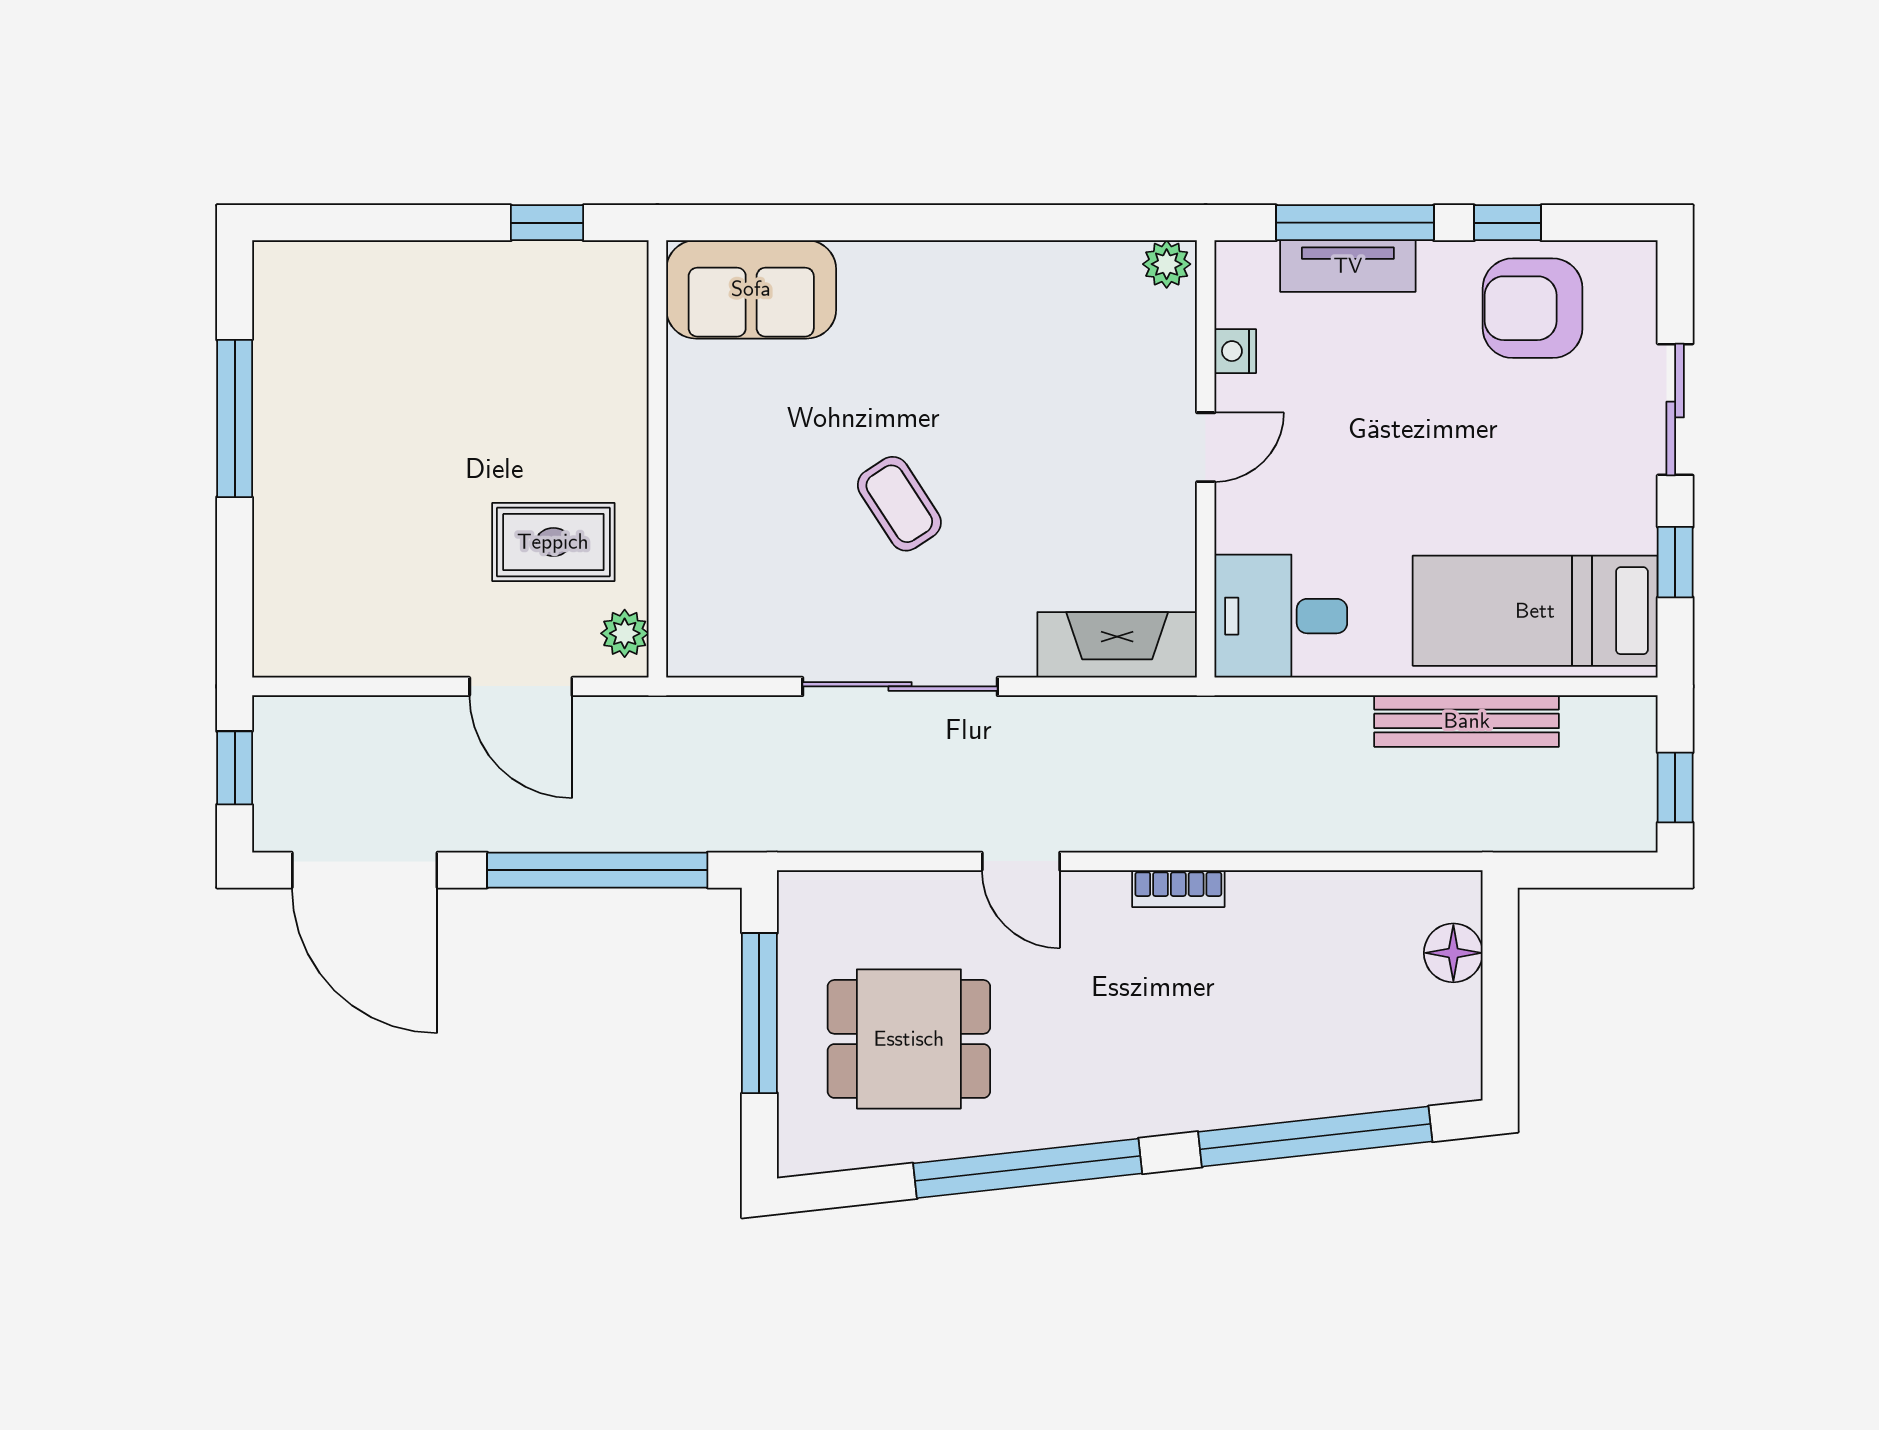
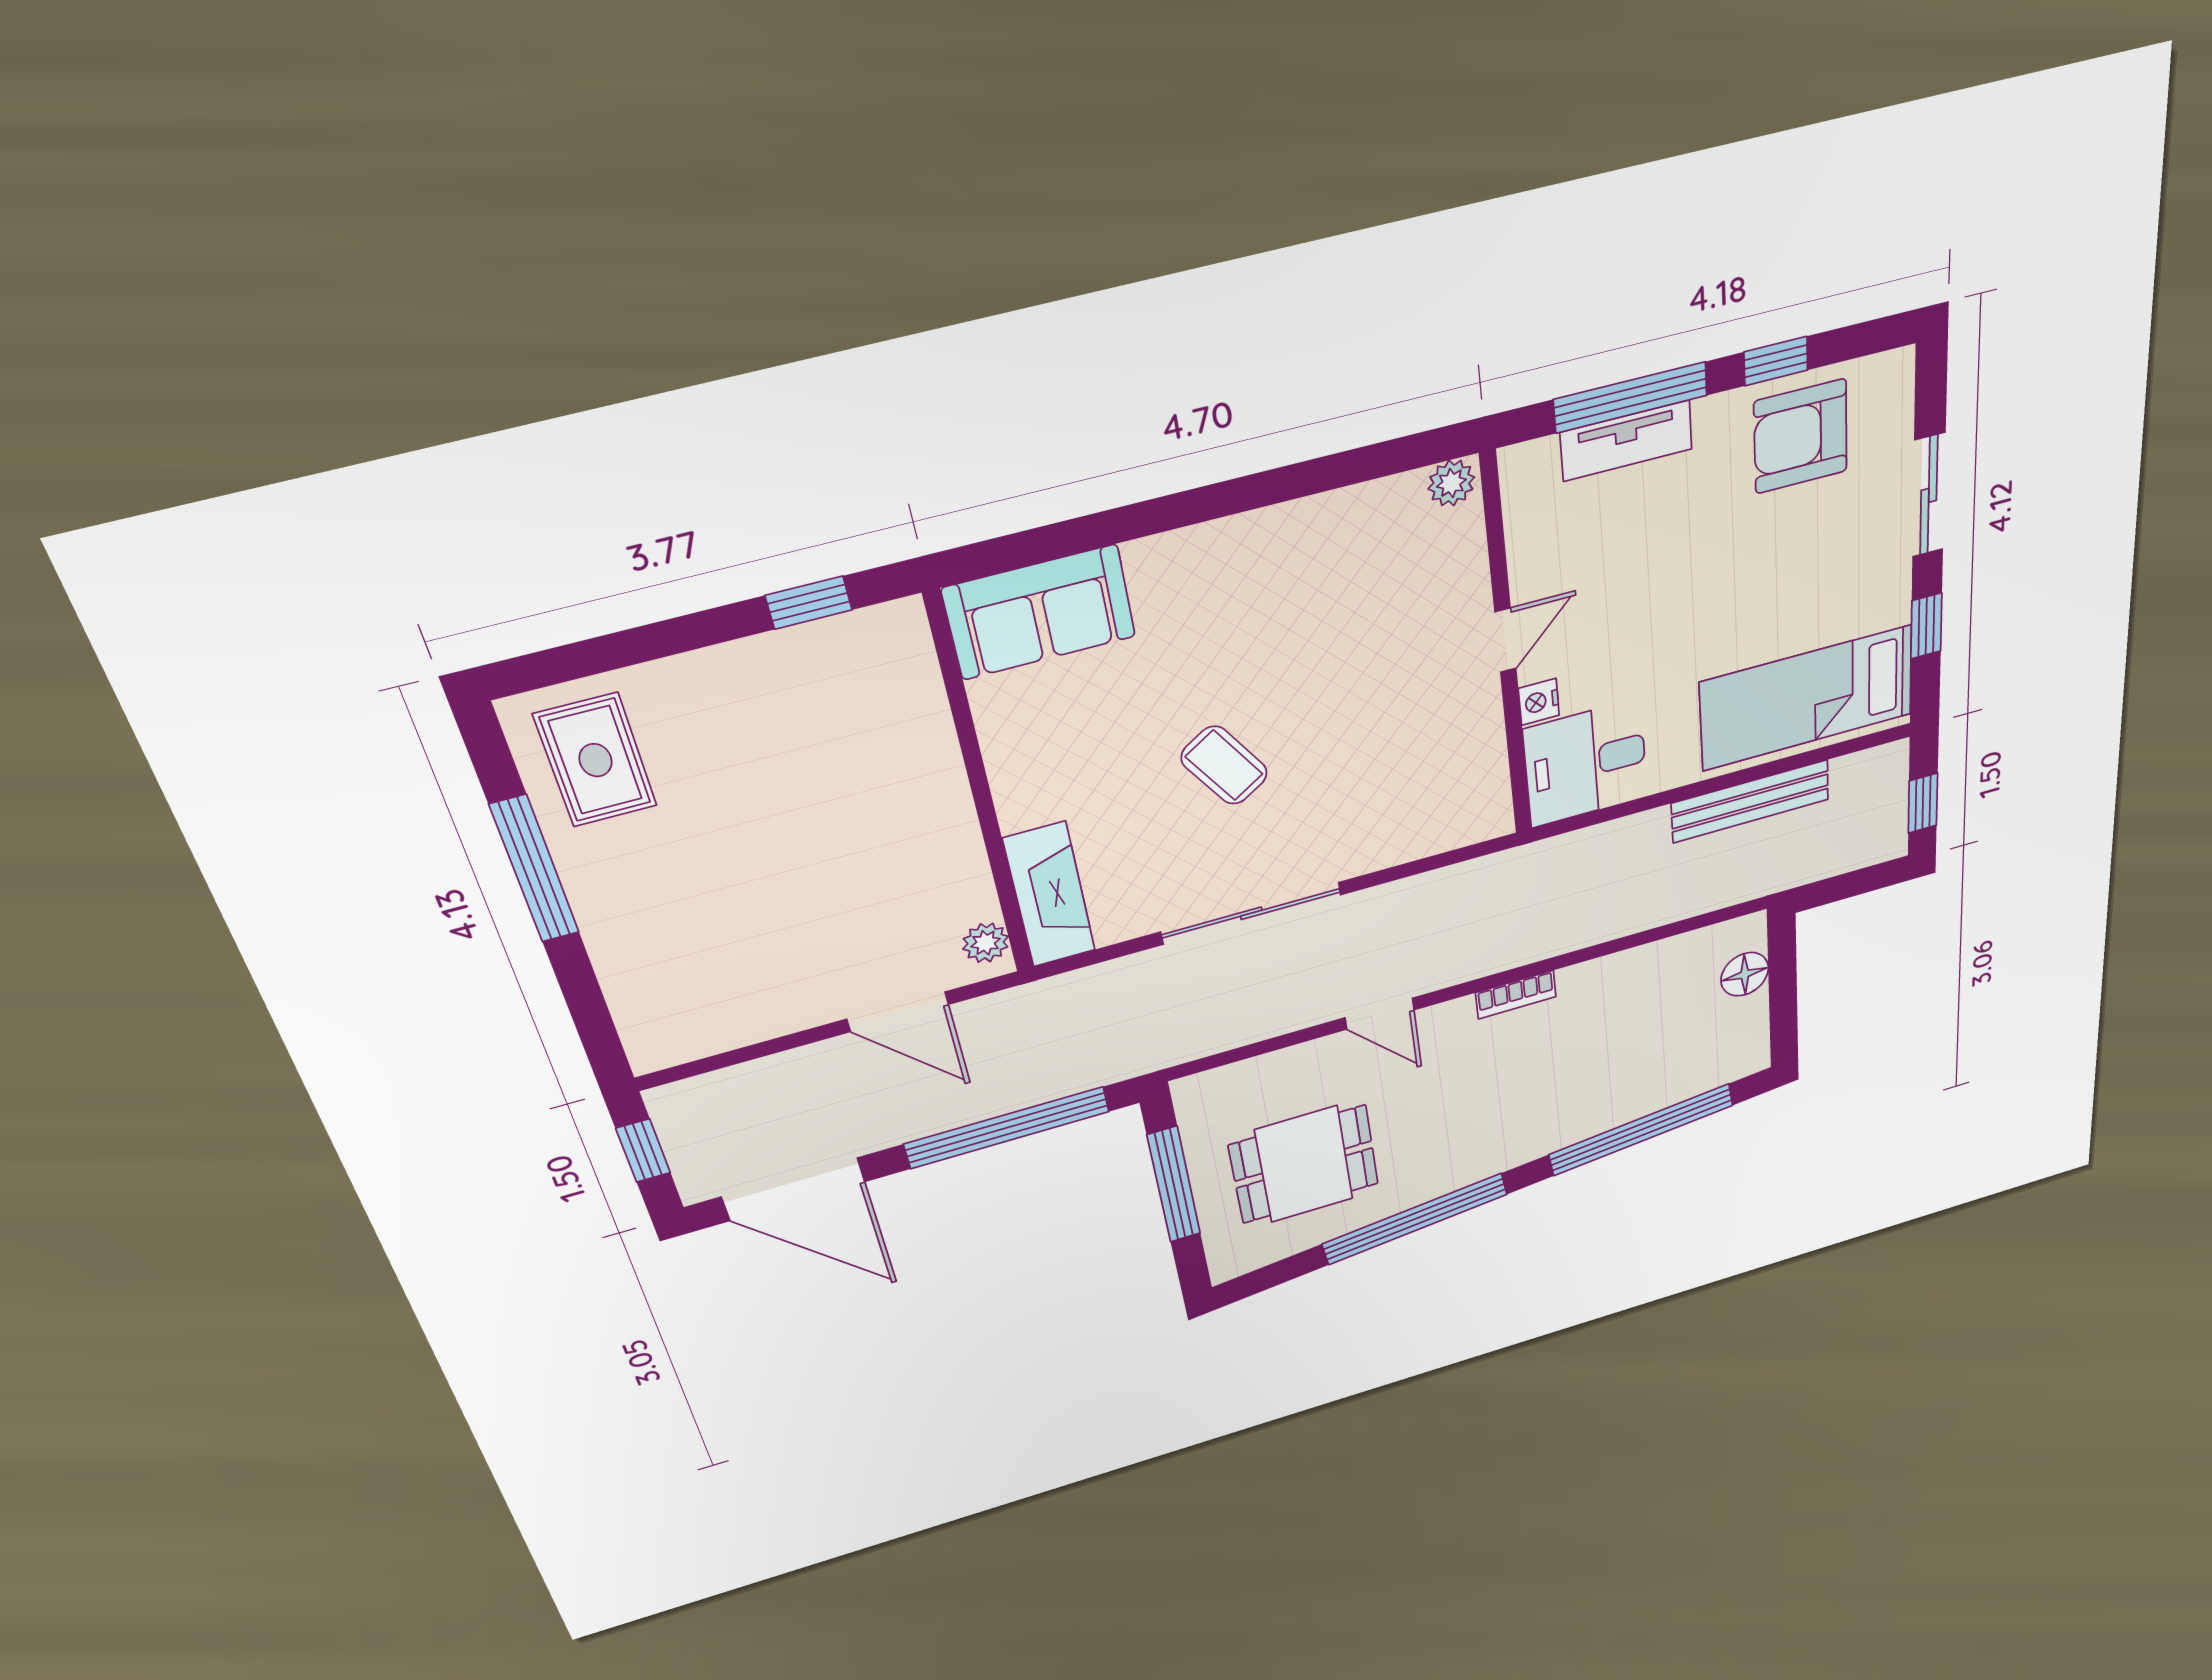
nightstand: (1235, 351) -> (1539, 702), moved
rug: (553, 542) -> (595, 760), moved, turned 90
fireplace: (1117, 645) -> (1049, 895), moved, turned 90

